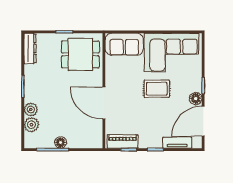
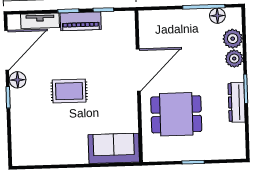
dresser: (30, 48) -> (237, 102), moved
corner sofa: (172, 53) -> (51, 139), removed
dining table: (80, 54) -> (176, 114), moved
door: (104, 103) -> (138, 70), hinge flipped
piano: (123, 141) -> (81, 21), moved
floor lamp: (61, 142) -> (217, 16), moved

